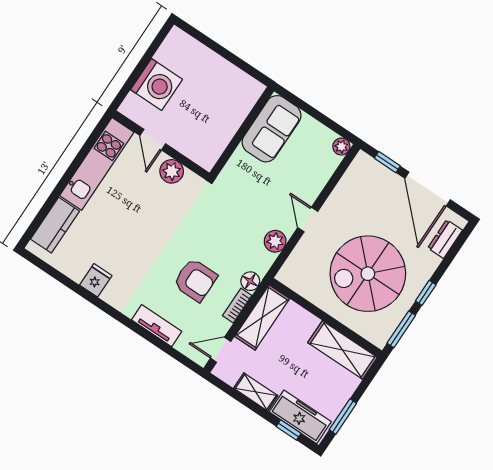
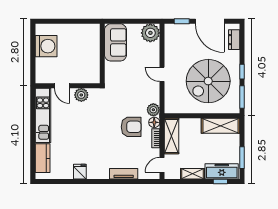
washing machine: (156, 85) -> (46, 46), moved
plant: (341, 147) -> (150, 33), width x1.88, depth x1.88
plant: (275, 241) -> (153, 110), moved
armchair: (195, 280) -> (131, 127), moved

